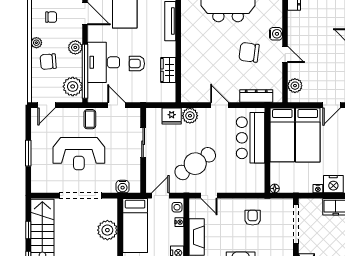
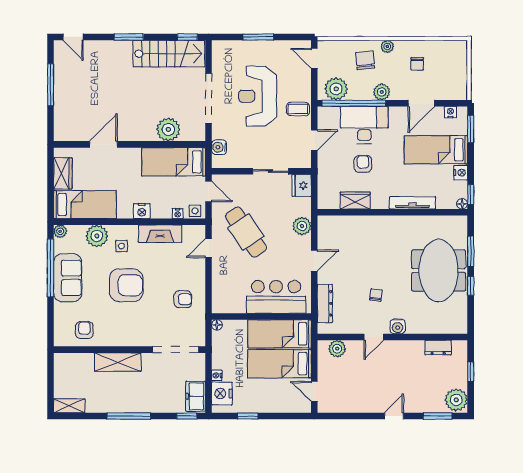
chair: (249, 52) -> (376, 295), width x0.54, depth x0.54
fridge: (172, 116) -> (302, 185), moved
window: (28, 230) -> (187, 37), moved

